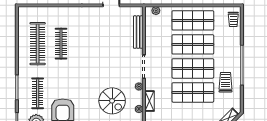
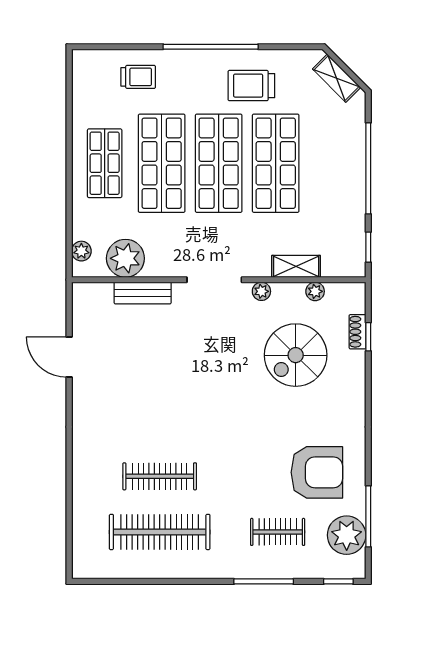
trolley: (233, 19) -> (138, 77), moved
shop shelf: (193, 20) -> (105, 163), width x0.70, depth x0.74
plant: (153, 29) -> (125, 258), added
bench: (138, 32) -> (143, 293), width x0.73
clothes rail: (38, 93) -> (278, 532), width x0.73
spiral stairs: (112, 101) -> (296, 355), turned 180

